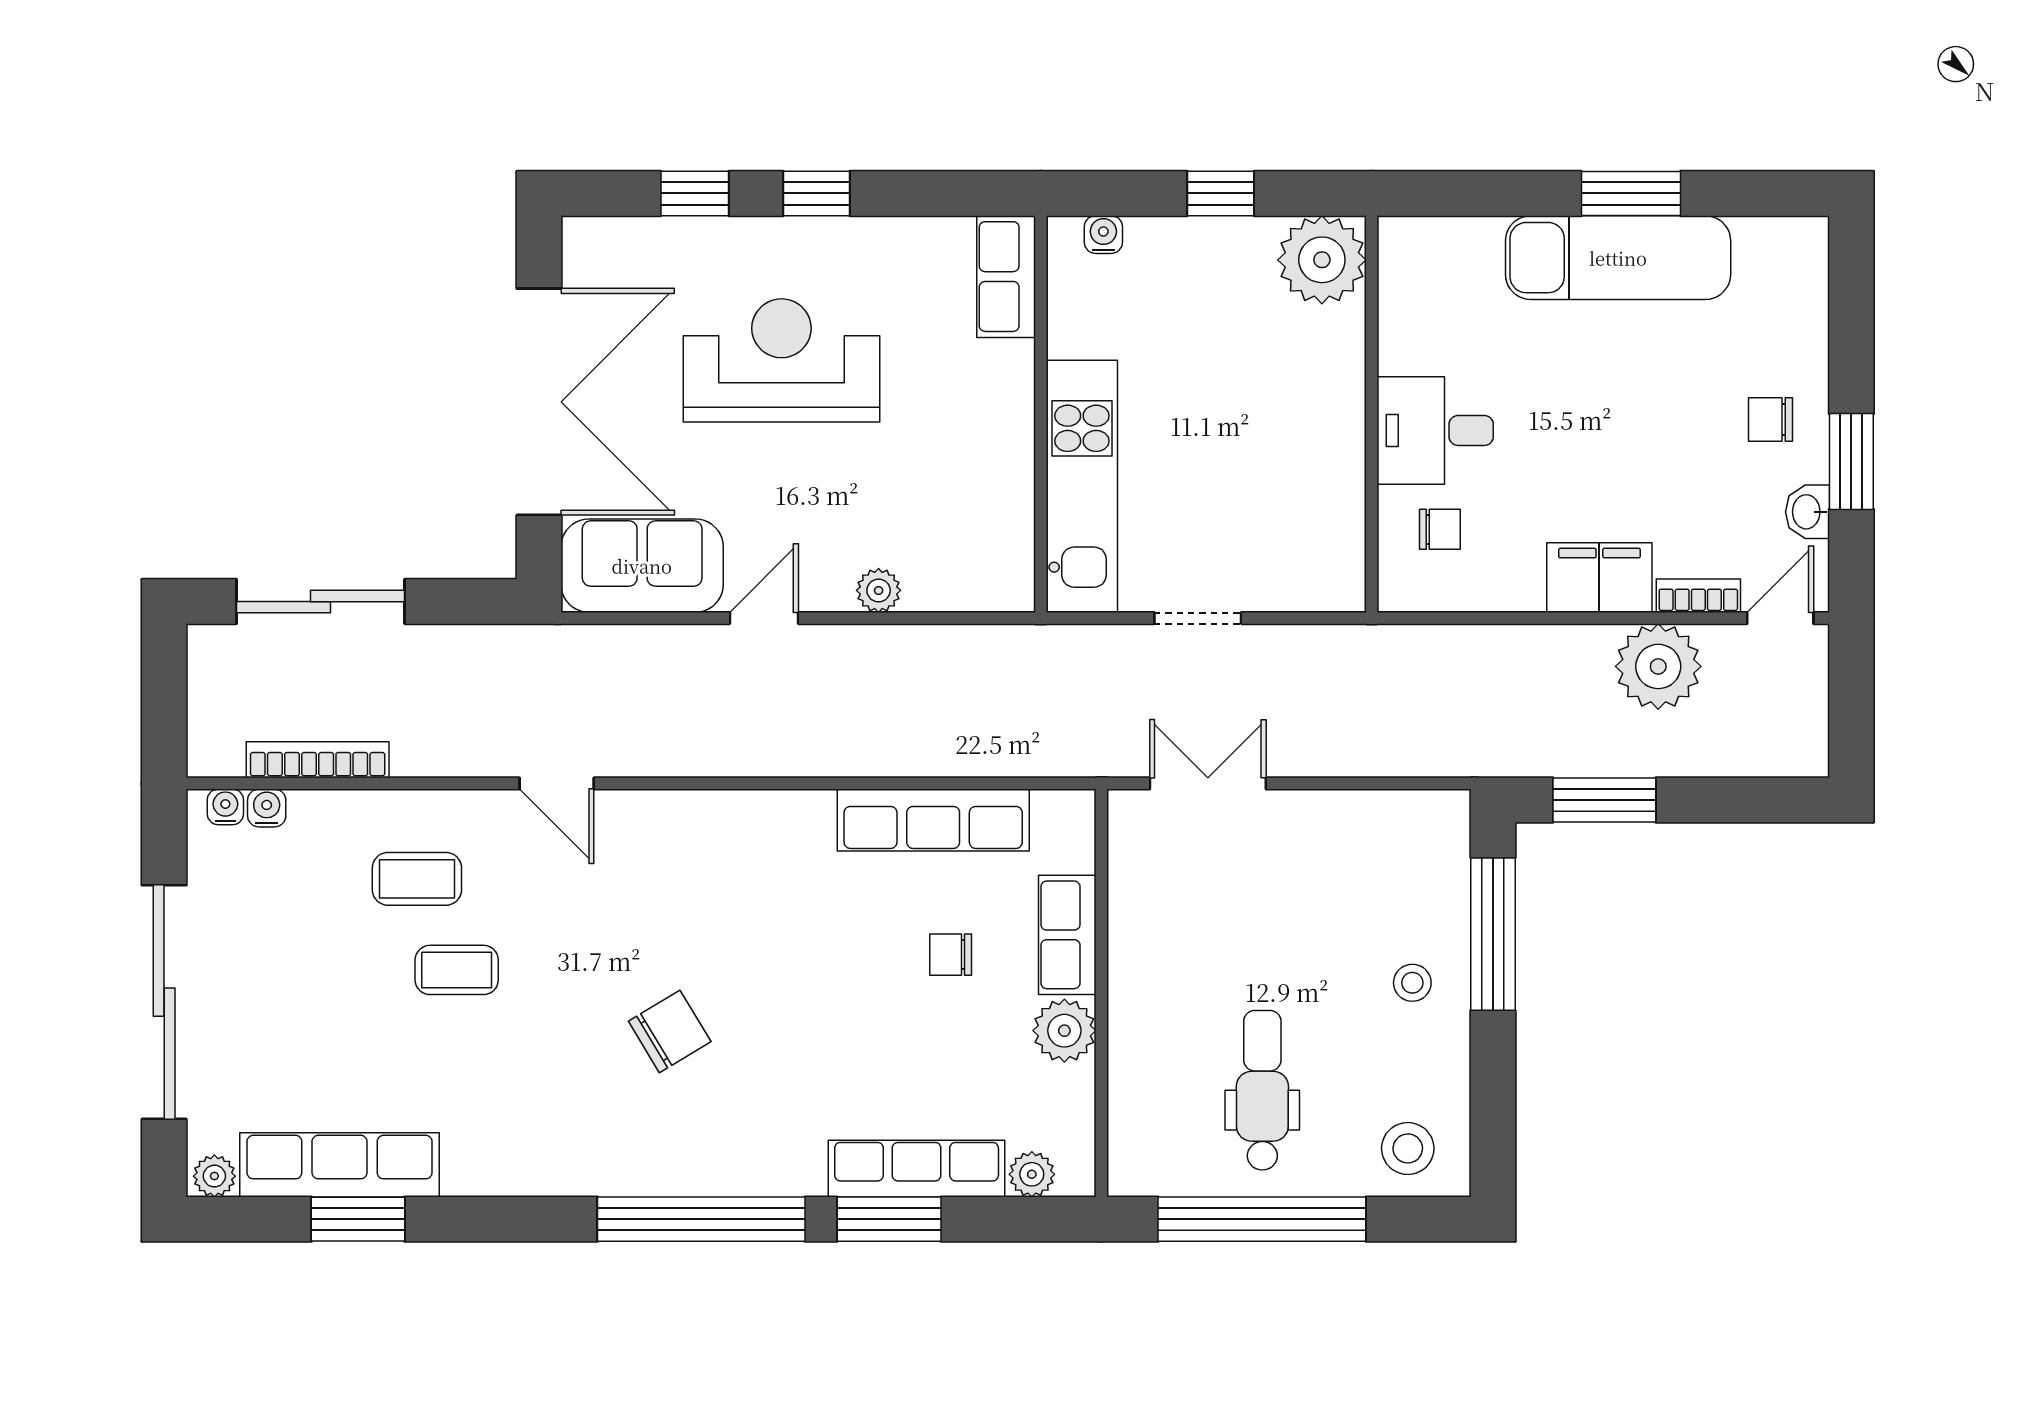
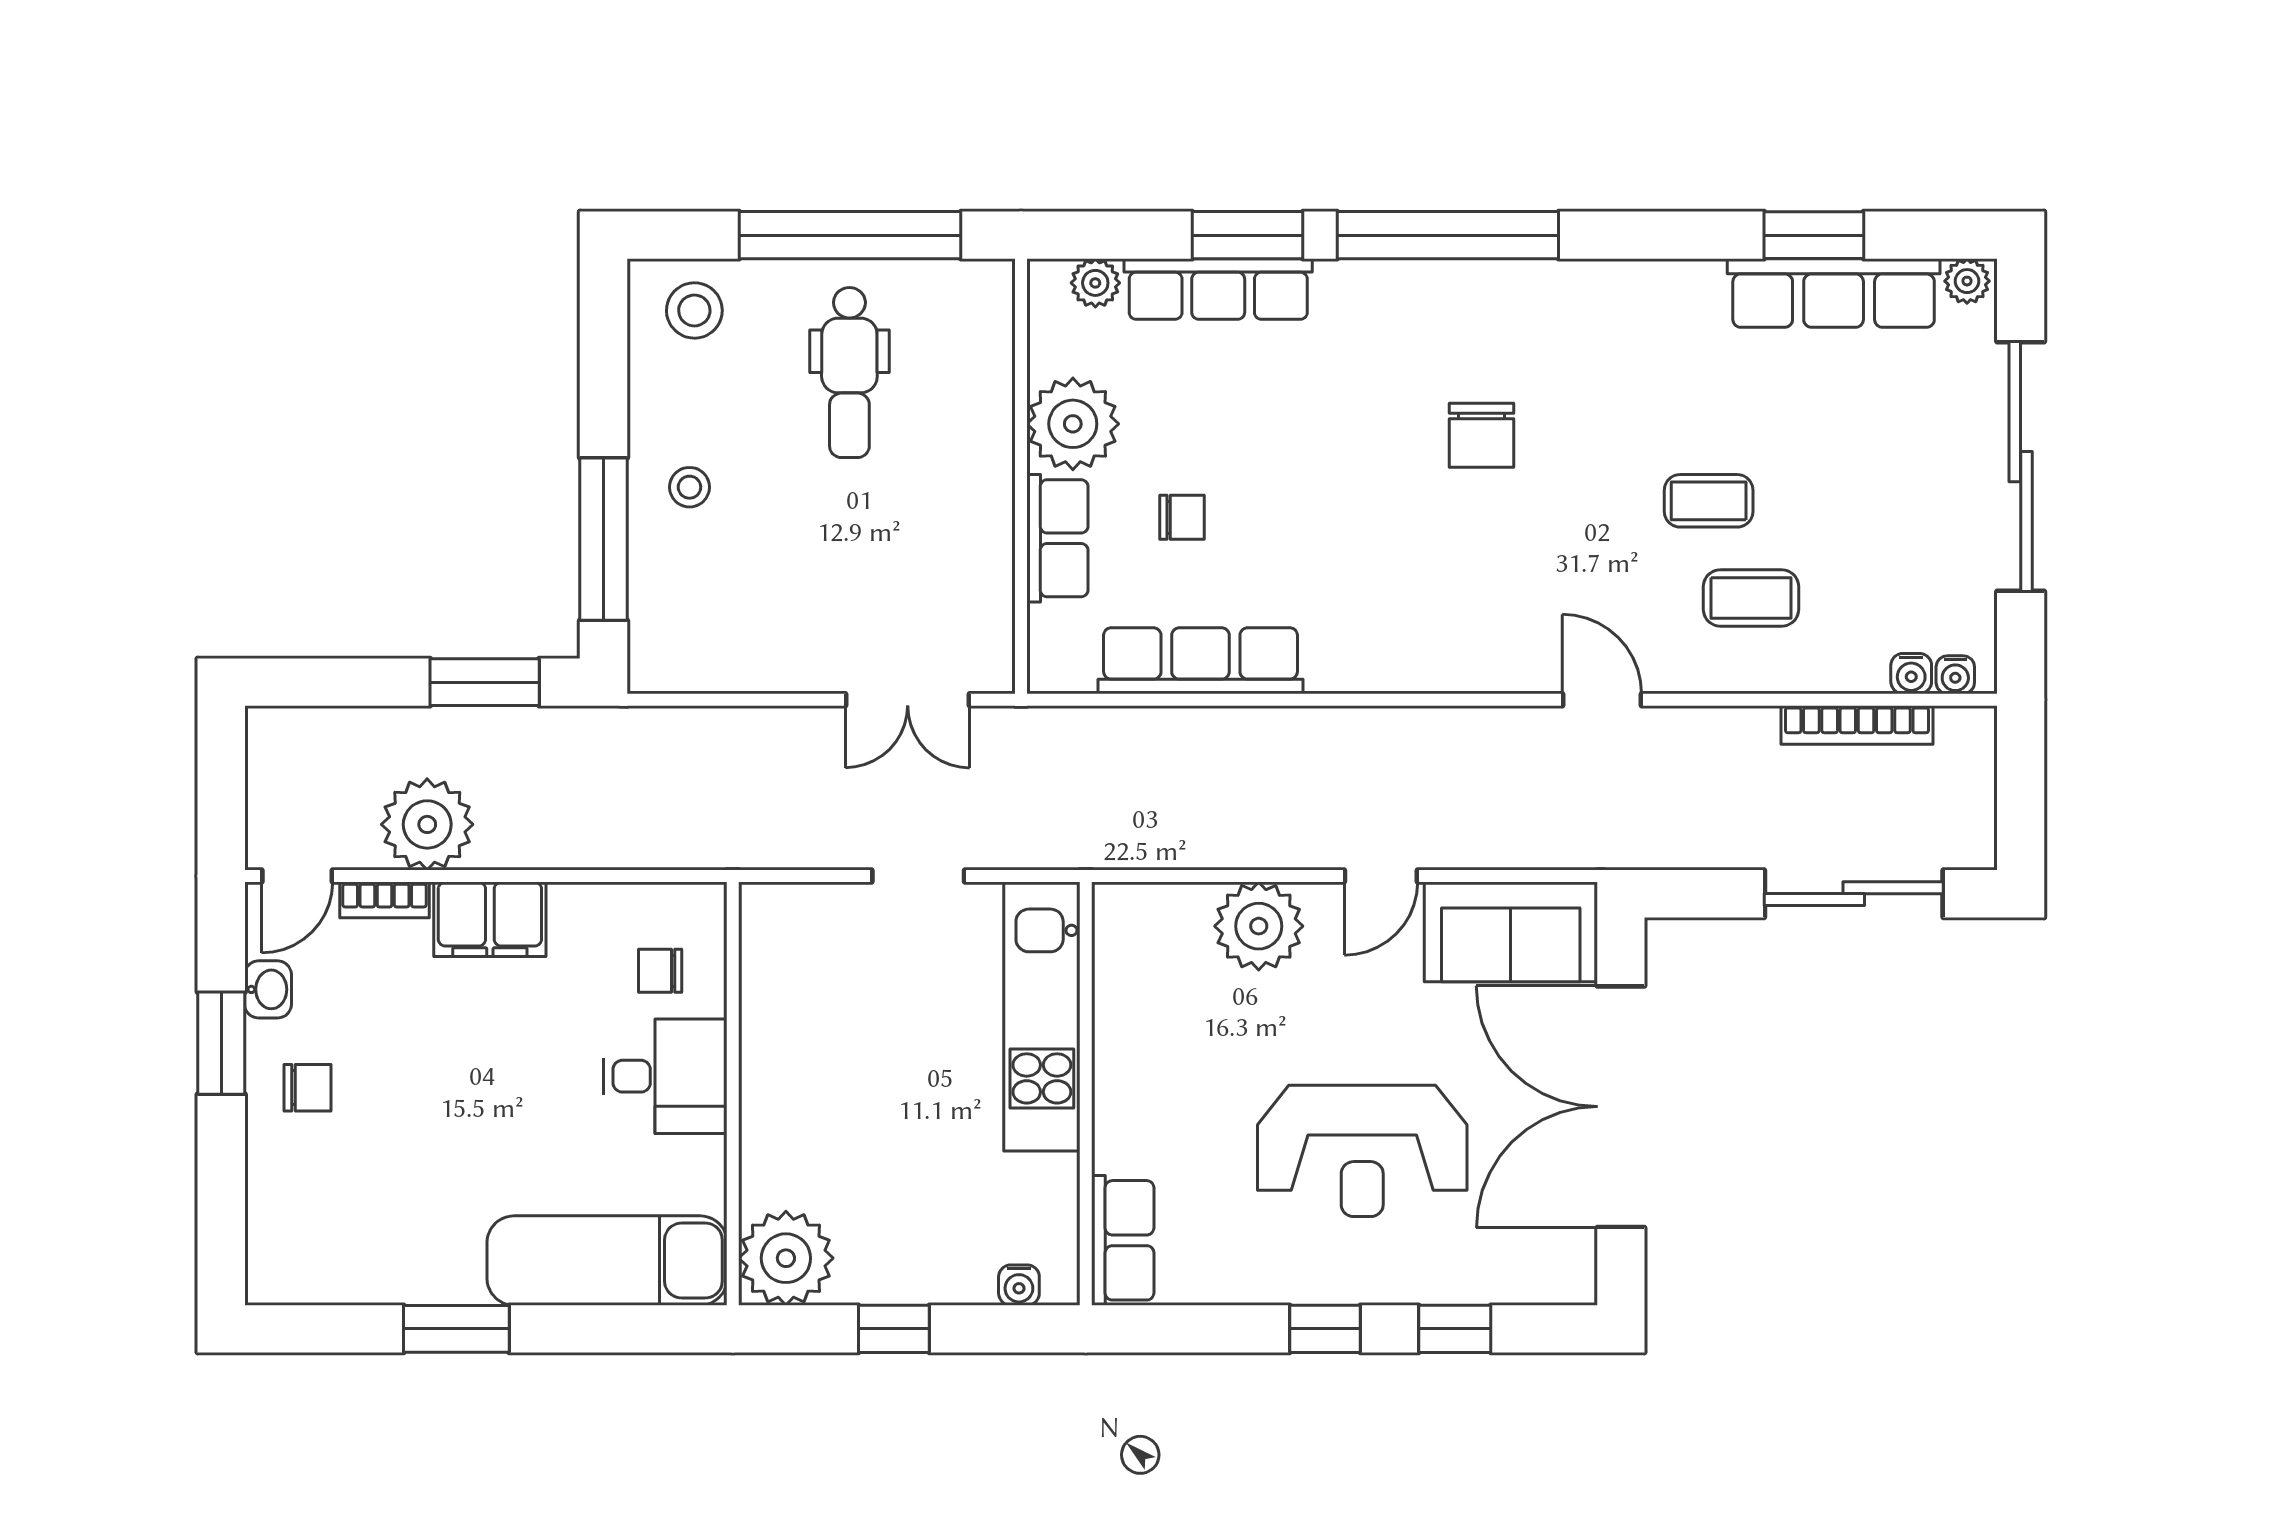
exam couch: (1618, 258) -> (607, 1261), moved
plant: (879, 590) -> (1259, 926), width x1.88, depth x1.88
chair: (670, 1031) -> (1481, 435), turned -59
plant: (1064, 1031) -> (1073, 424), width x1.36, depth x1.36

